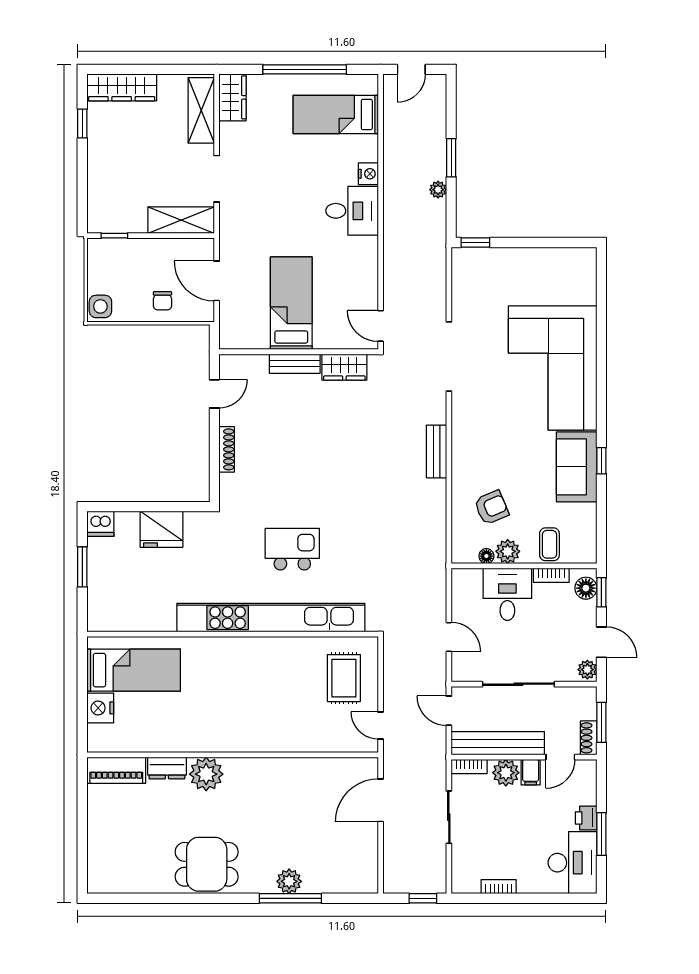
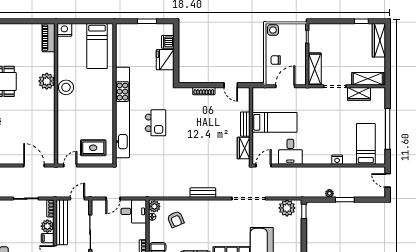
wardrobe: (232, 97) -> (359, 94), moved
desk: (352, 211) -> (290, 152), moved
plant: (468, 278) -> (287, 208), added
dishwasher: (100, 524) -> (168, 42), moved
plant: (508, 551) -> (154, 206), moved
desk: (507, 594) -> (134, 211), moved
nightstand: (100, 708) -> (64, 30), moved
stool: (219, 734) -> (66, 87), added
dresser: (167, 768) -> (50, 62), removed

